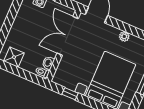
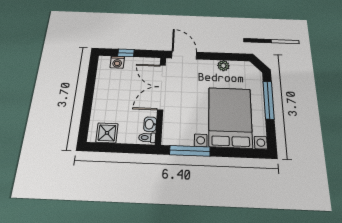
window: (70, 94) -> (190, 151), width x2.17

